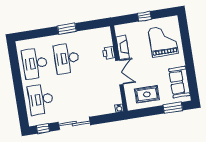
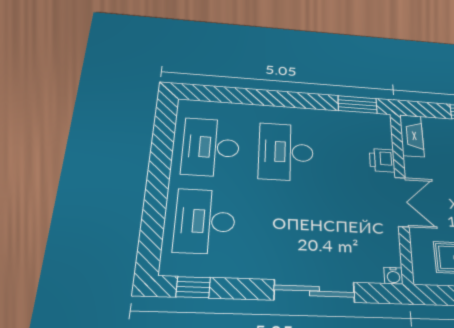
window: (67, 29) -> (358, 105), moved
fireplace: (123, 47) -> (412, 136), moved
sliding door: (74, 123) -> (314, 291), moved

